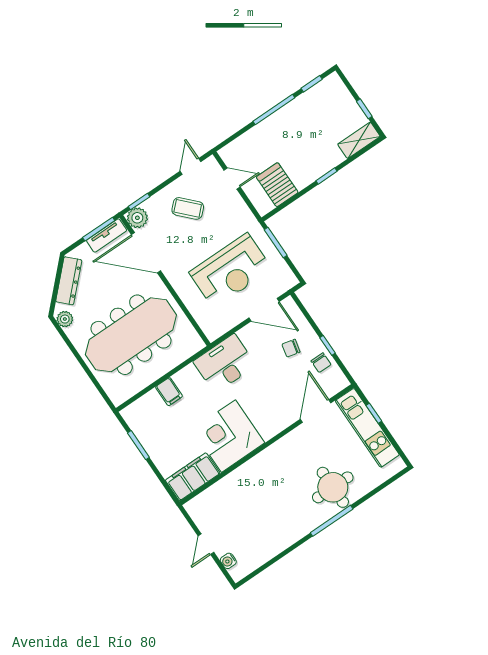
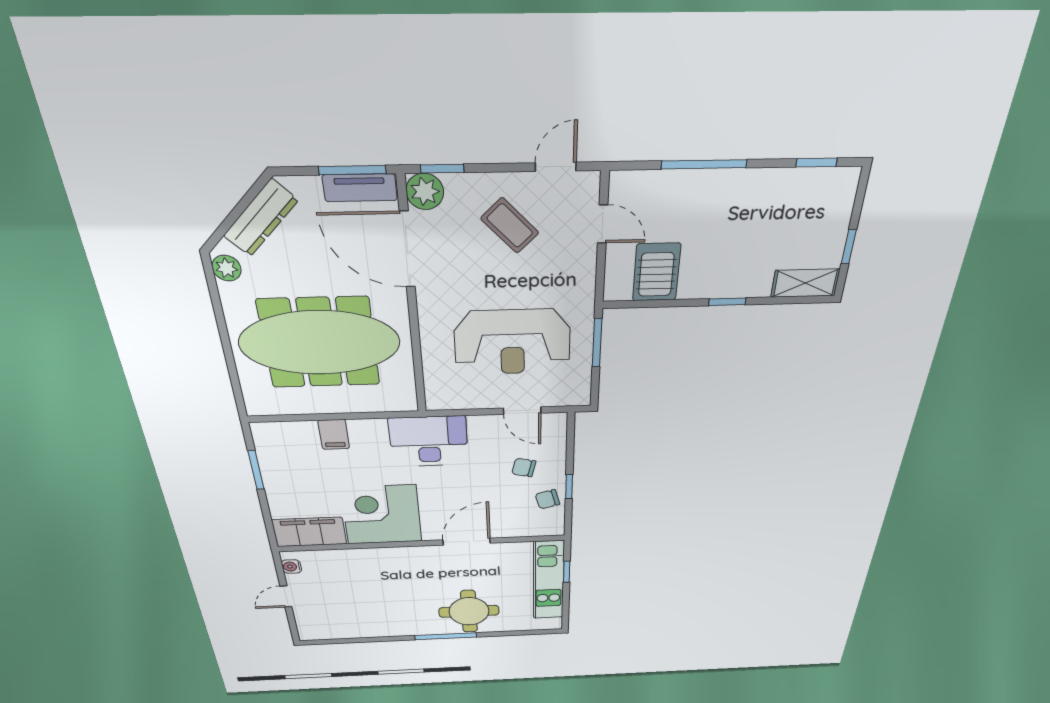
window: (274, 110) -> (704, 164), moved
door: (264, 310) -> (522, 411), width x0.73
chair: (321, 363) -> (547, 499), turned 75
door: (316, 411) -> (467, 542), moved
water cooler: (228, 561) -> (291, 567), moved

